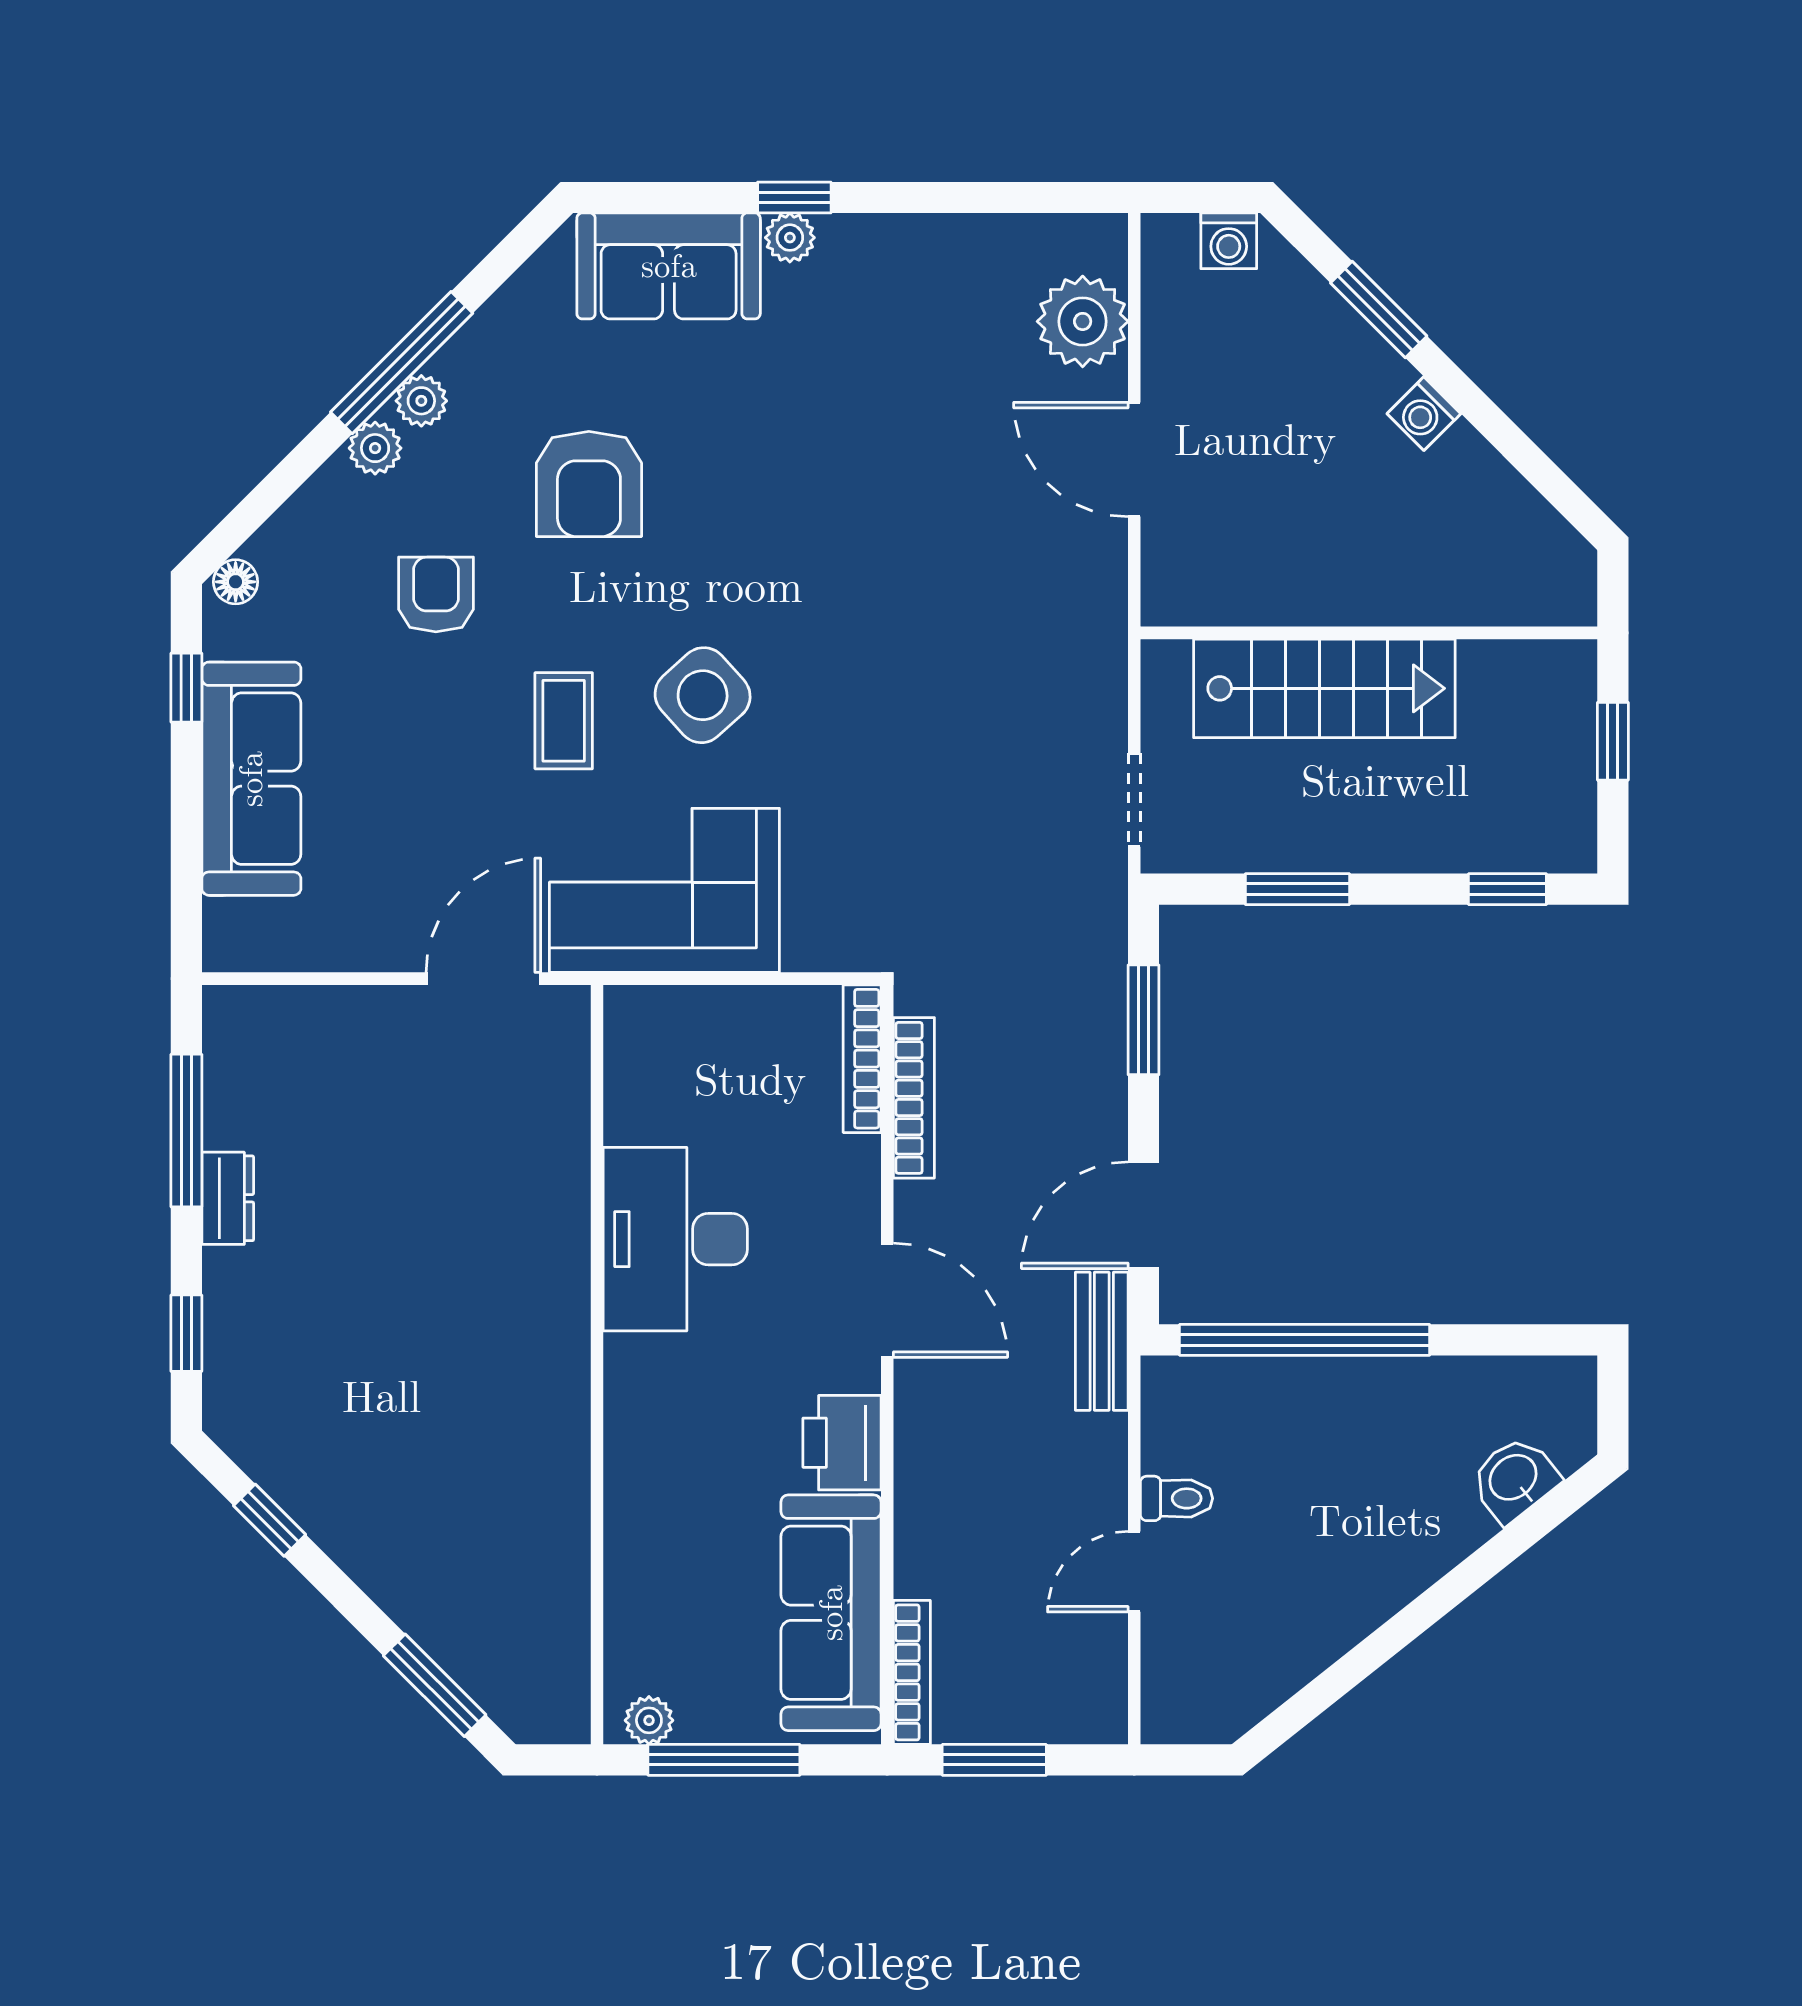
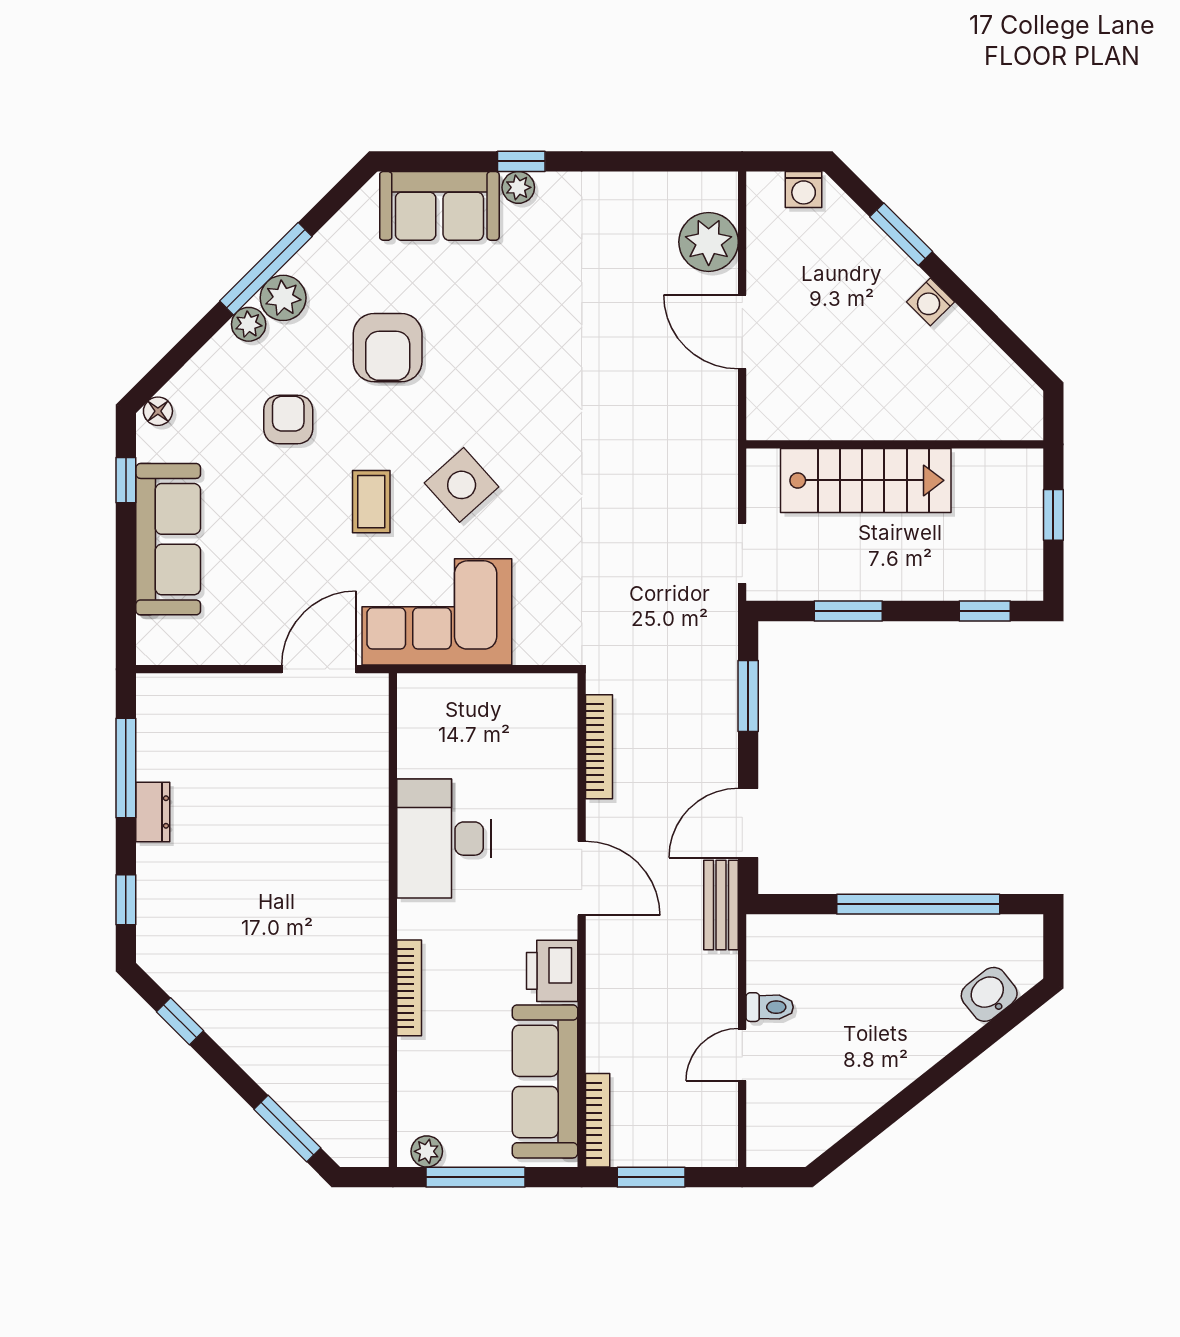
plant: (421, 401) -> (283, 298), width x1.38, depth x1.38
bookcase: (862, 1059) -> (409, 988), moved, turned 180
window: (1305, 1340) -> (918, 904), moved

